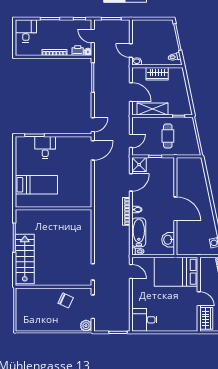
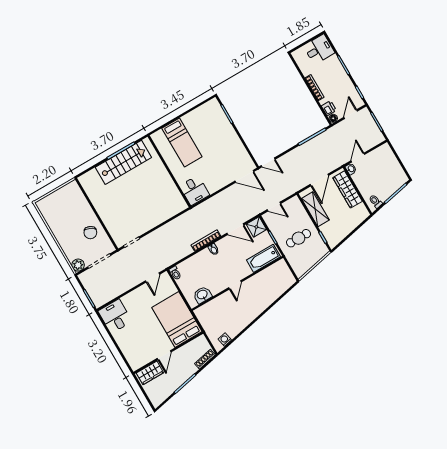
wardrobe: (157, 74) -> (348, 189), width x1.50
desk: (45, 147) -> (194, 190), moved, turned 90
door: (175, 209) -> (235, 285), width x0.53
bathtub: (139, 232) -> (263, 258), moved, turned 180
stairs: (25, 259) -> (123, 162), moved

